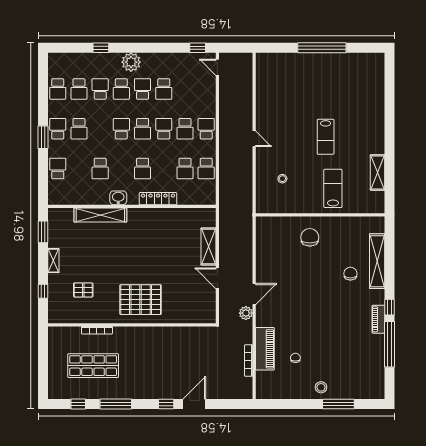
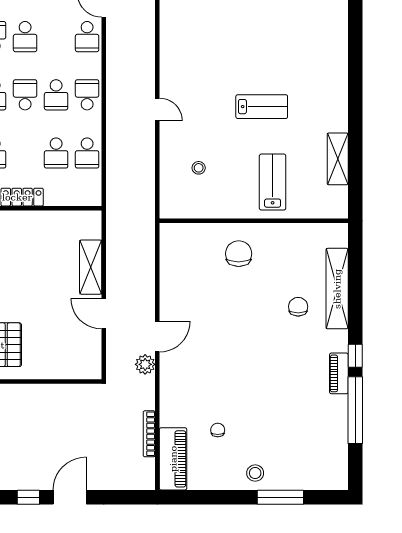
school desk: (206, 89) -> (87, 37), added
lab bench: (326, 137) -> (262, 107), turned -90
piano: (265, 349) -> (173, 459), moved

